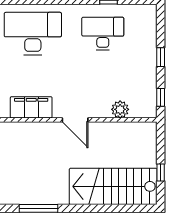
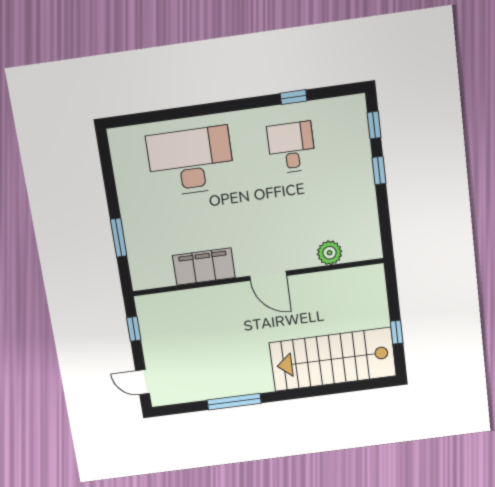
desk: (103, 34) -> (291, 148), width x0.73
window: (161, 97) -> (374, 125), moved

